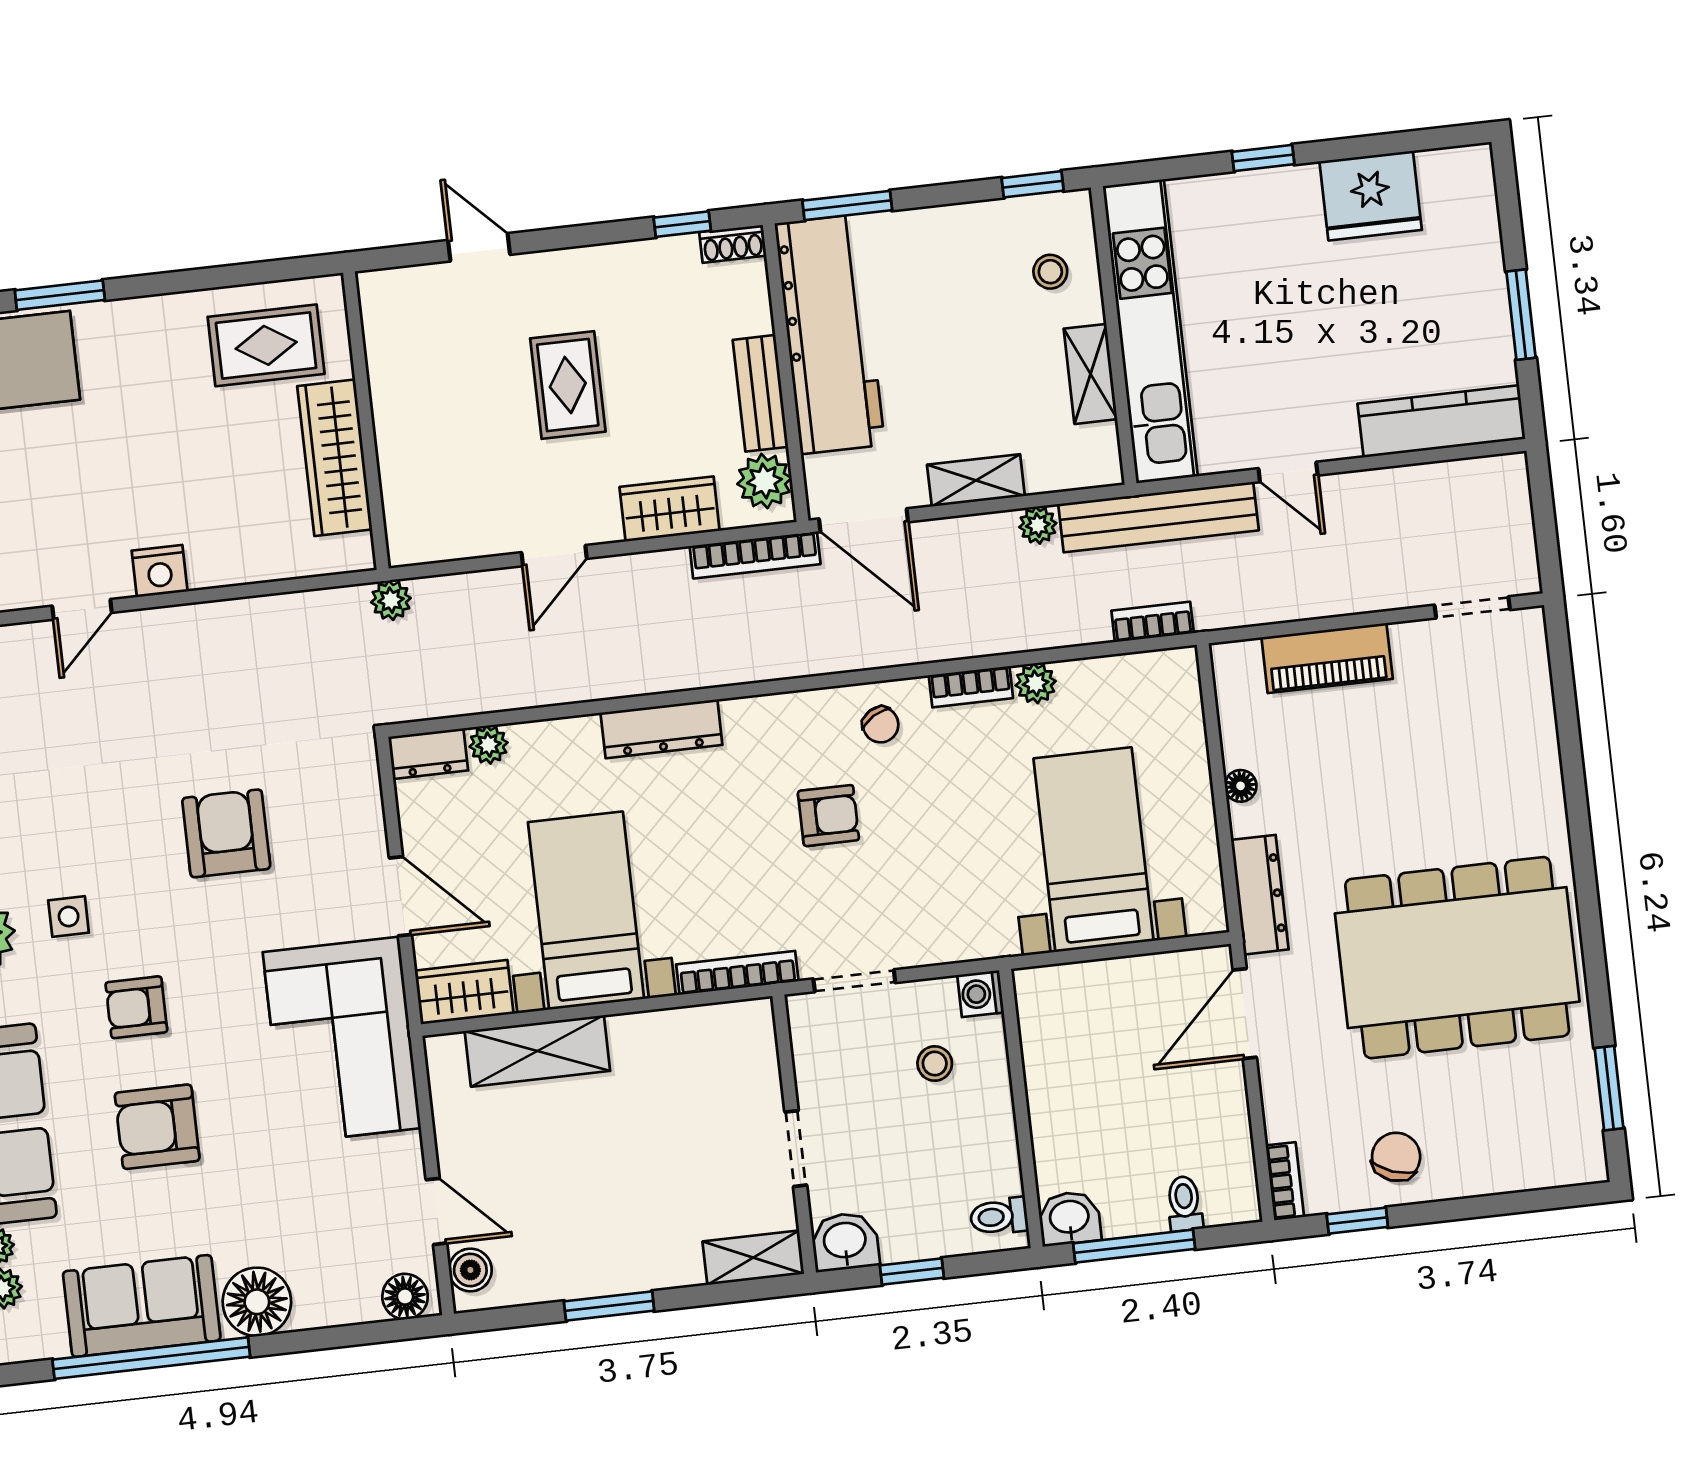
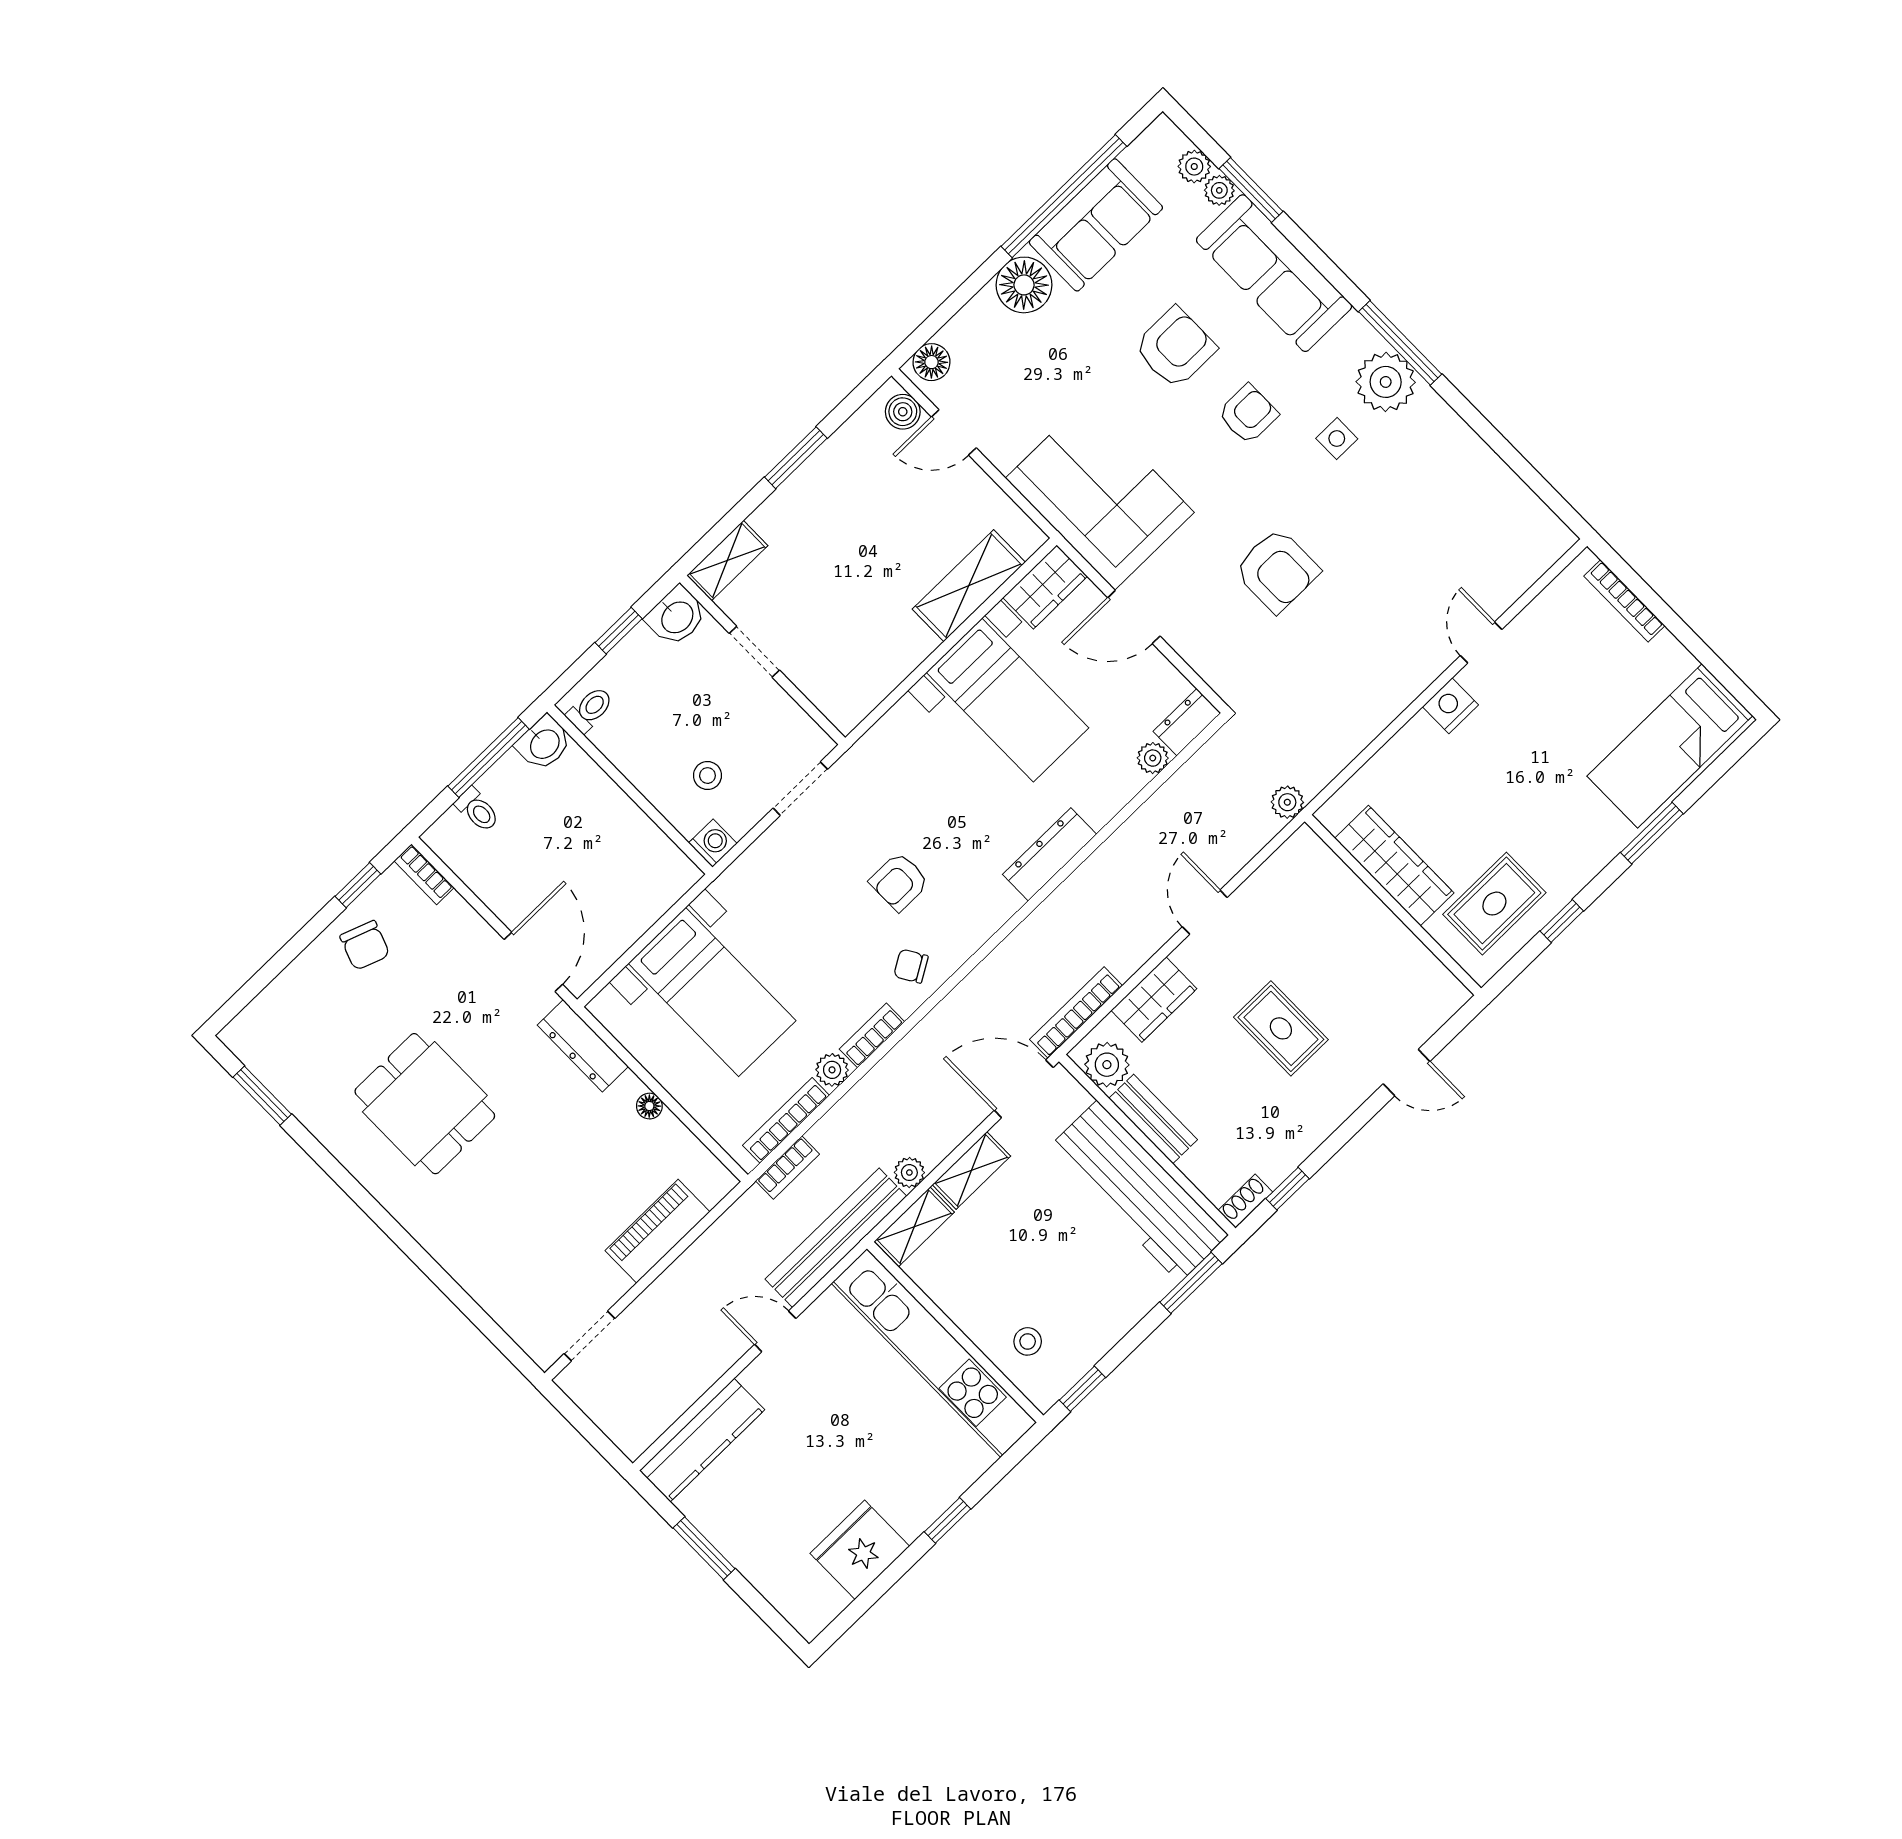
window: (214, 278) -> (1562, 921), added
shelving: (1091, 374) -> (914, 1227), moved, turned 90
dining table: (1457, 958) -> (425, 1104), width x0.53, depth x0.80
bookcase: (737, 973) -> (786, 1120), moved, turned 180

